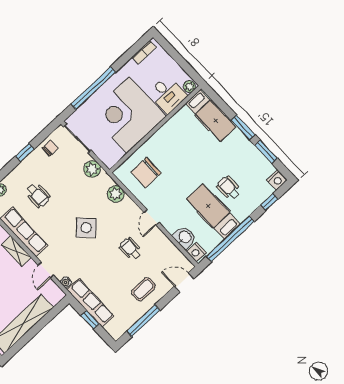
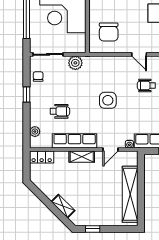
plant: (116, 194) -> (104, 63), removed
side table: (86, 228) -> (108, 100), turned 45
door: (46, 270) -> (111, 149), hinge flipped

